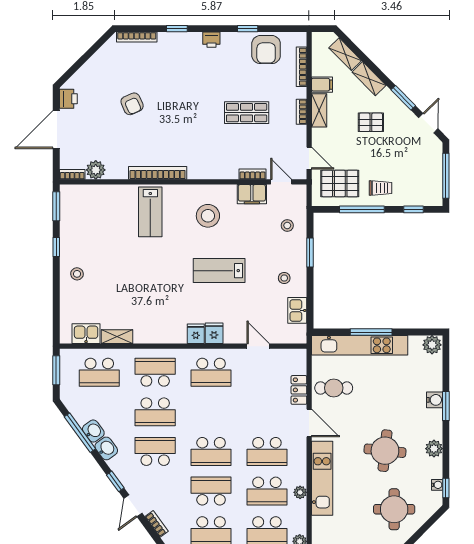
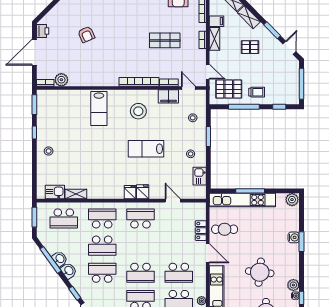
bookcase: (158, 173) -> (139, 82), moved
school desk: (211, 372) -> (140, 218), turned 180
plant: (434, 449) -> (293, 285), moved

